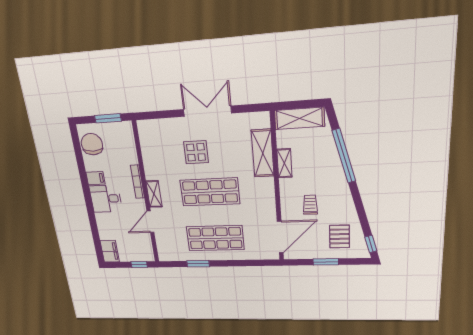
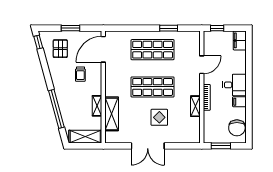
shelving: (154, 194) -> (195, 106), moved

